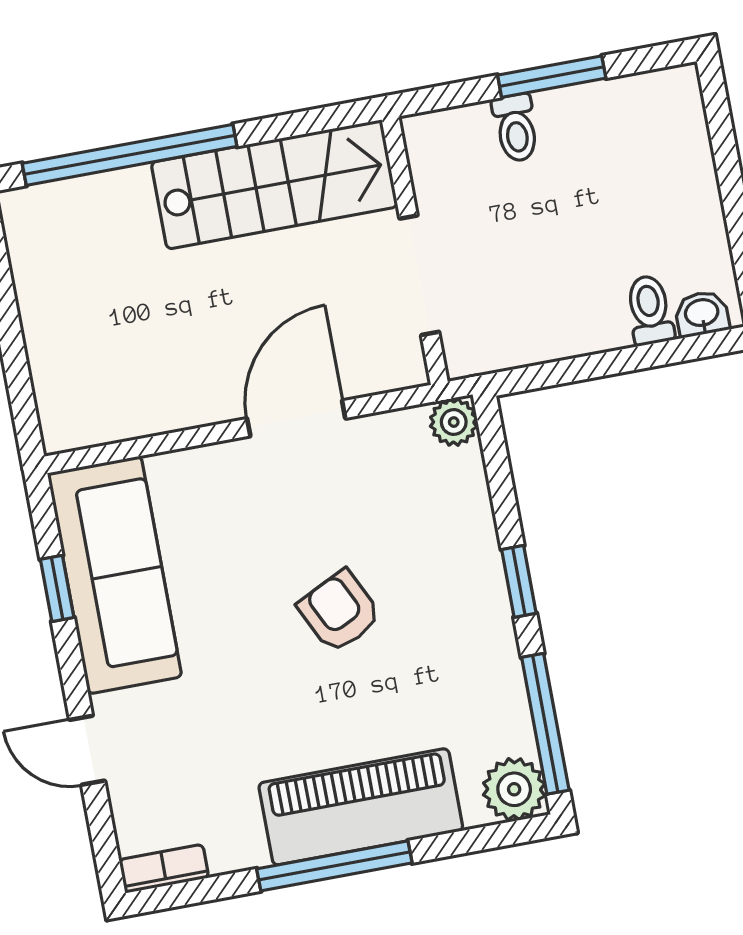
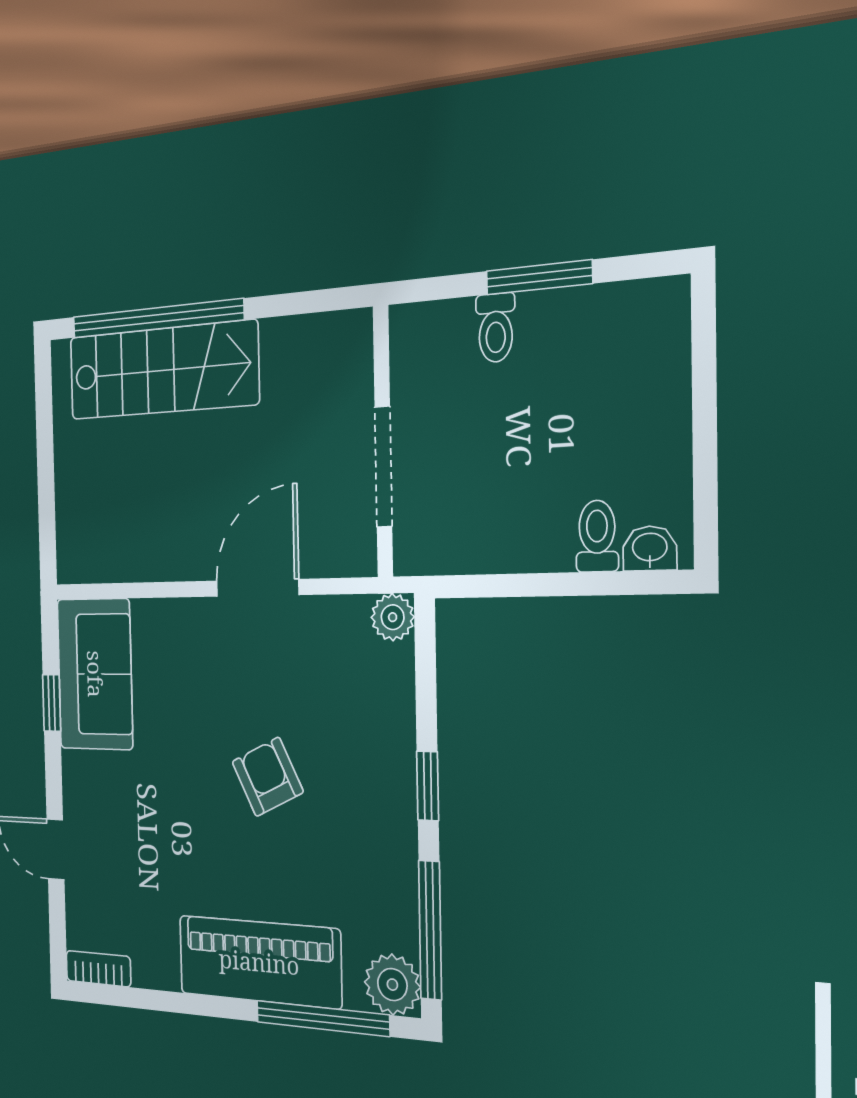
stairs: (274, 185) -> (163, 370), moved
sofa: (115, 575) -> (95, 674), width x0.73
window: (334, 866) -> (322, 1018), moved

